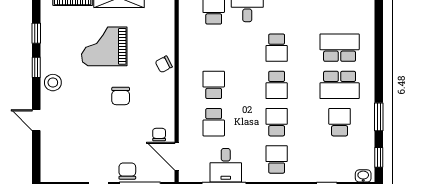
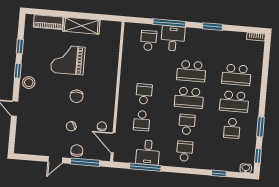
school desk: (277, 48) -> (191, 71), width x1.85
school desk: (340, 48) -> (236, 75), turned 180
chair: (164, 64) -> (71, 126), moved
school desk: (277, 85) -> (189, 98), width x1.85
school desk: (340, 122) -> (232, 128), turned 180

